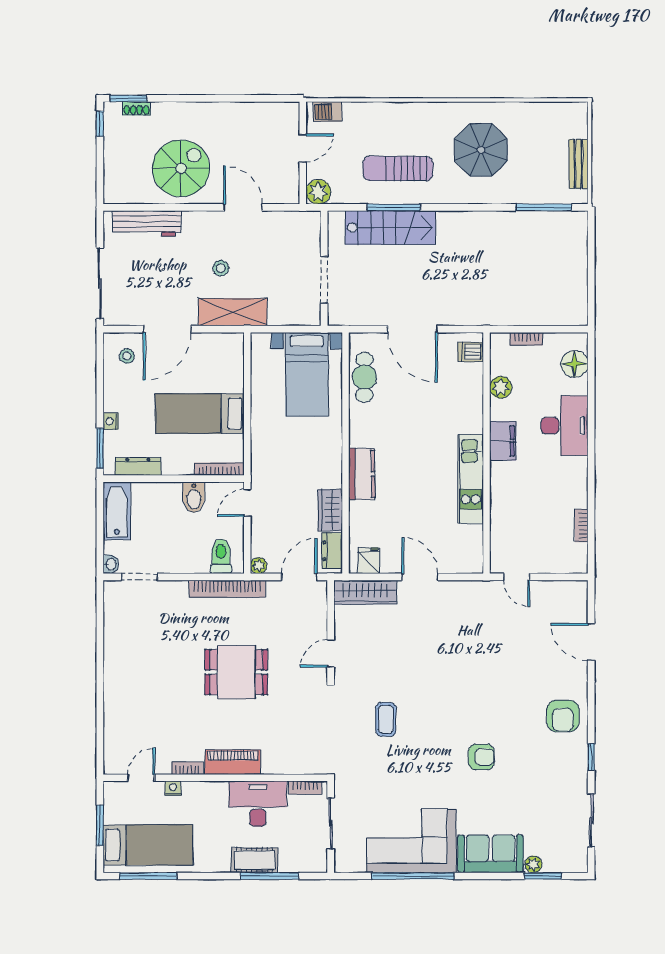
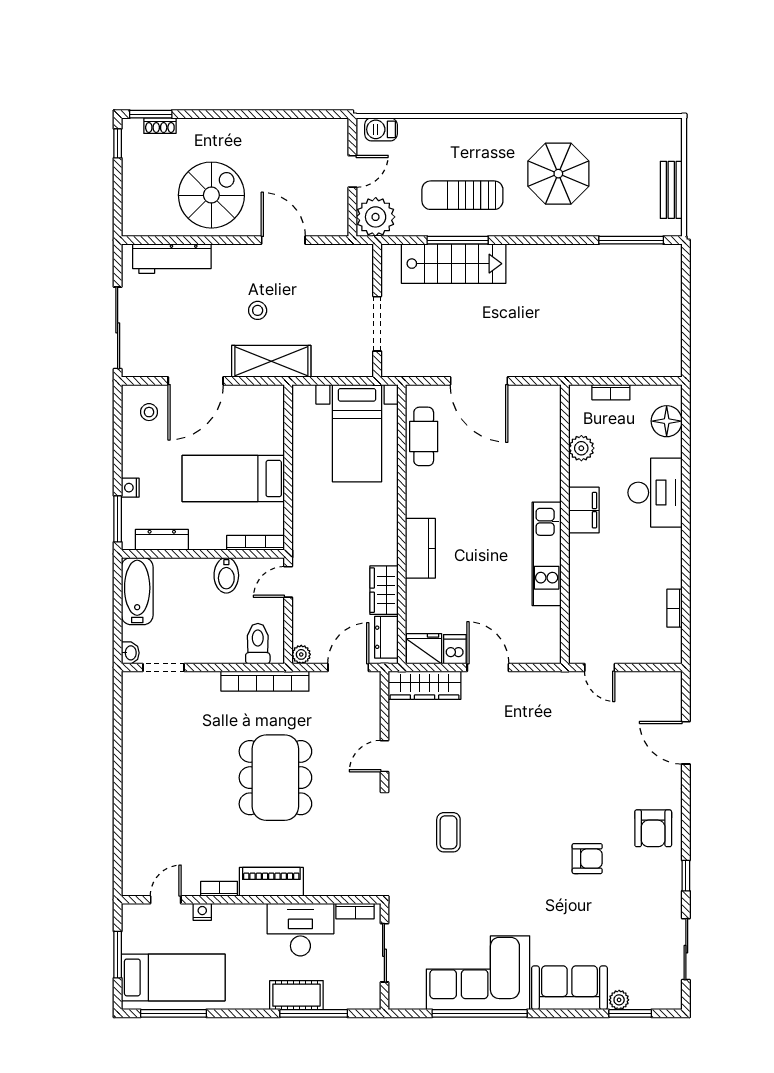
plant: (318, 192) -> (376, 217), width x1.36, depth x1.36
dishwasher: (471, 352) -> (455, 649), moved, turned 90
fridge: (369, 561) -> (424, 649), width x1.38
dining table: (236, 672) -> (275, 778), width x1.38
armchair: (481, 757) -> (587, 859), moved

